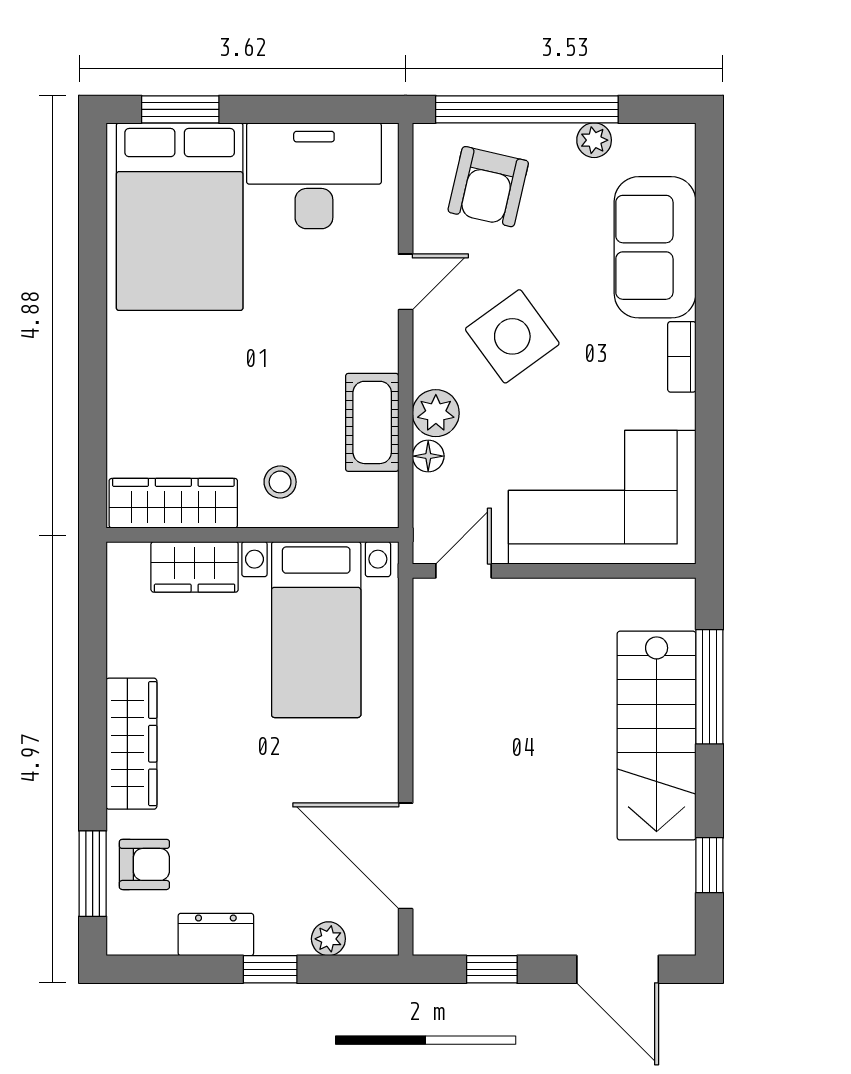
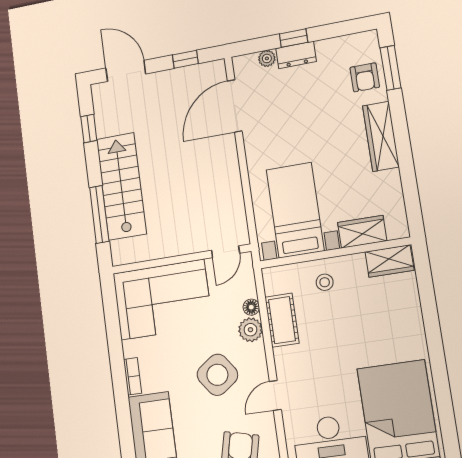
wardrobe: (173, 503) -> (390, 261), width x0.67
door: (406, 856) -> (235, 106), swing flipped
armchair: (144, 864) -> (365, 77), turned -90
dresser: (216, 935) -> (296, 55), moved

